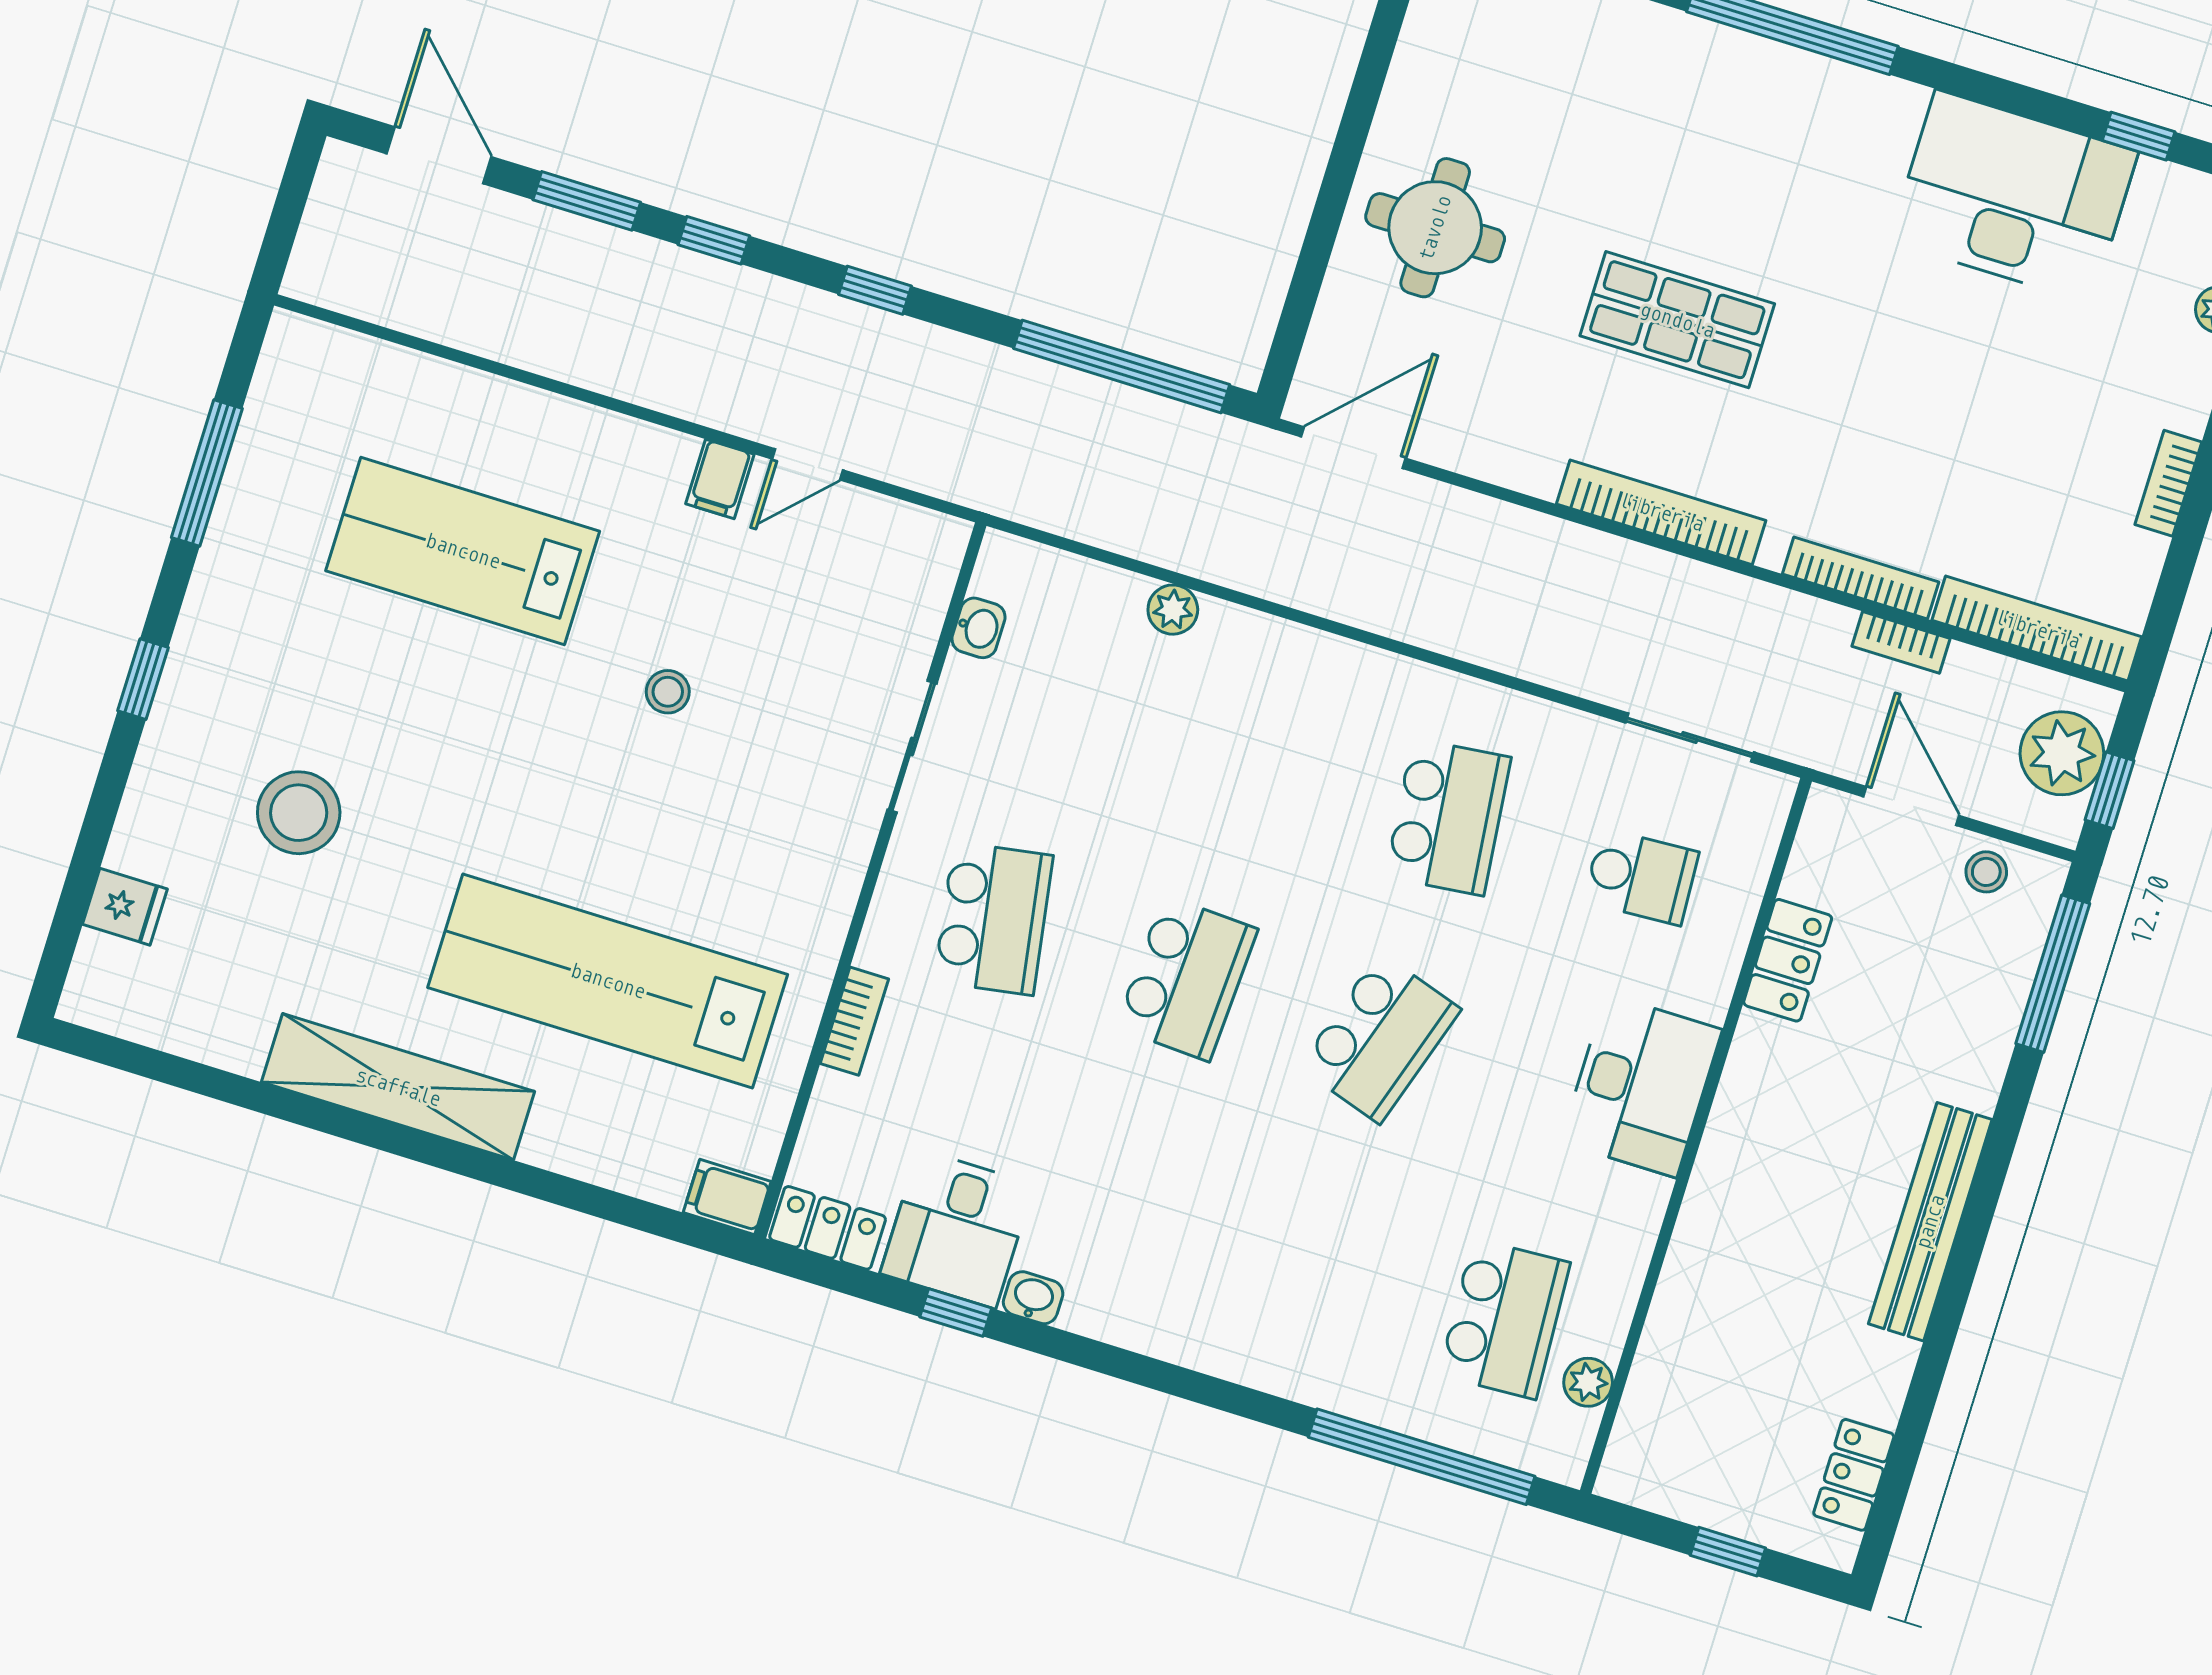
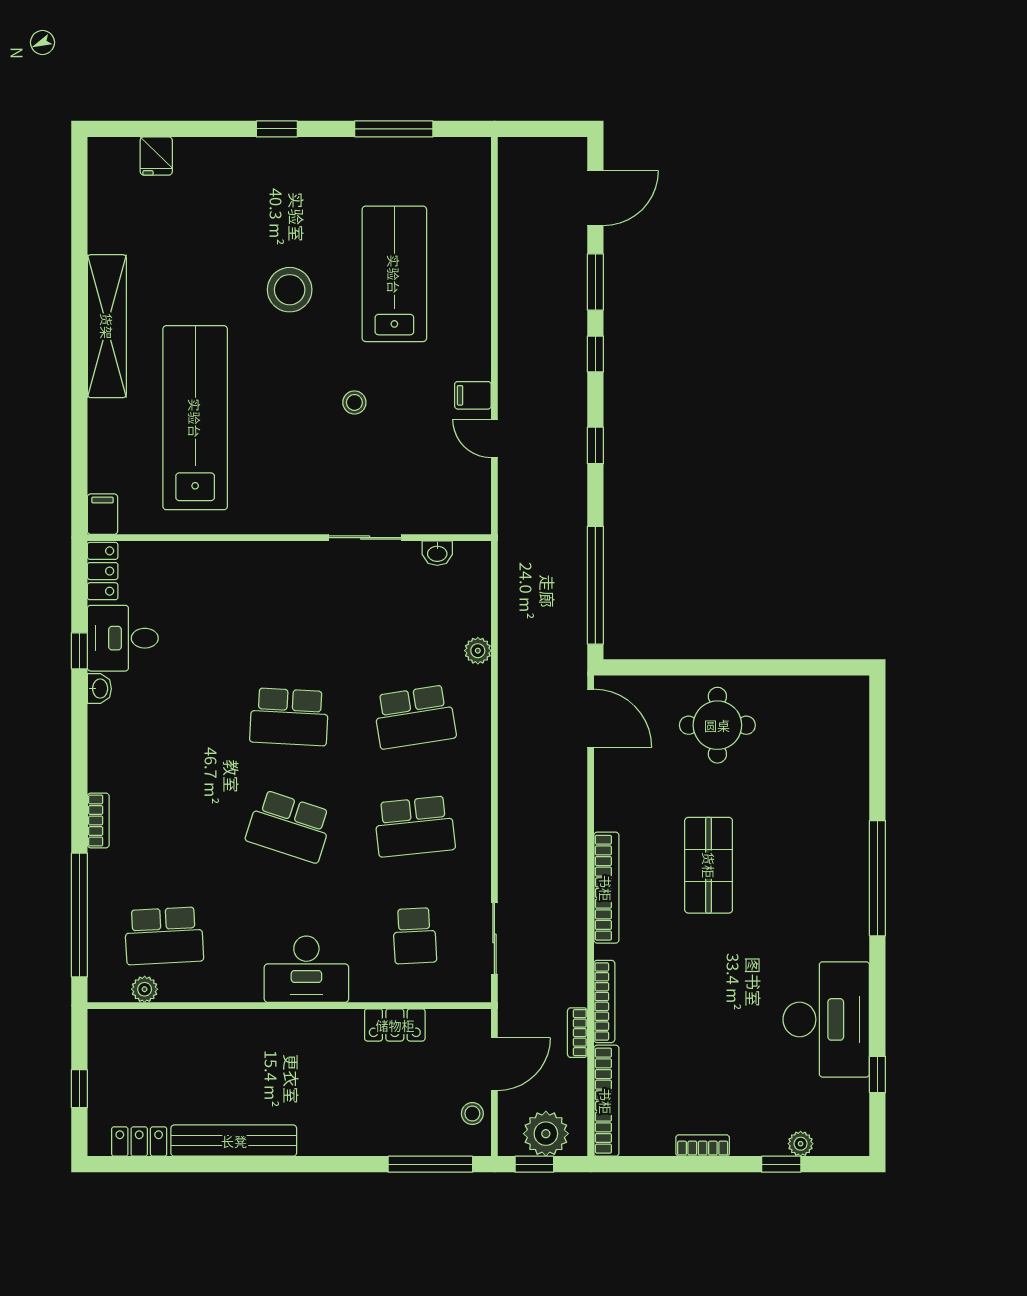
stool: (299, 813) -> (290, 290), moved
school desk: (994, 919) -> (415, 717), moved
bookcase: (854, 1021) -> (98, 820), moved, turned -90
bench: (1930, 1222) -> (234, 1141), moved

